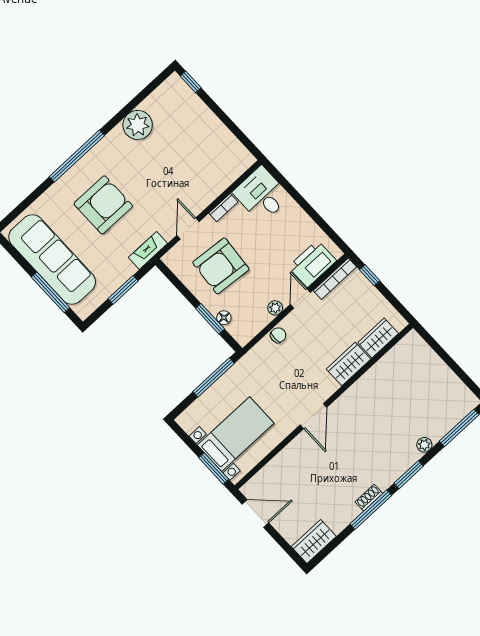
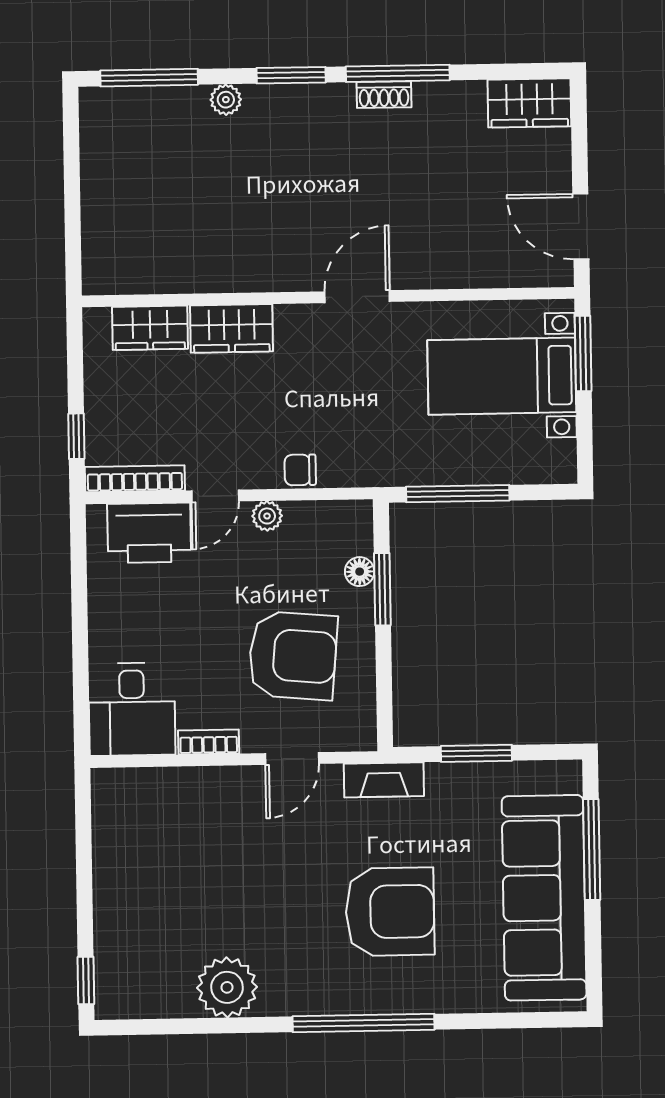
armchair: (103, 205) -> (390, 912), turned 180

